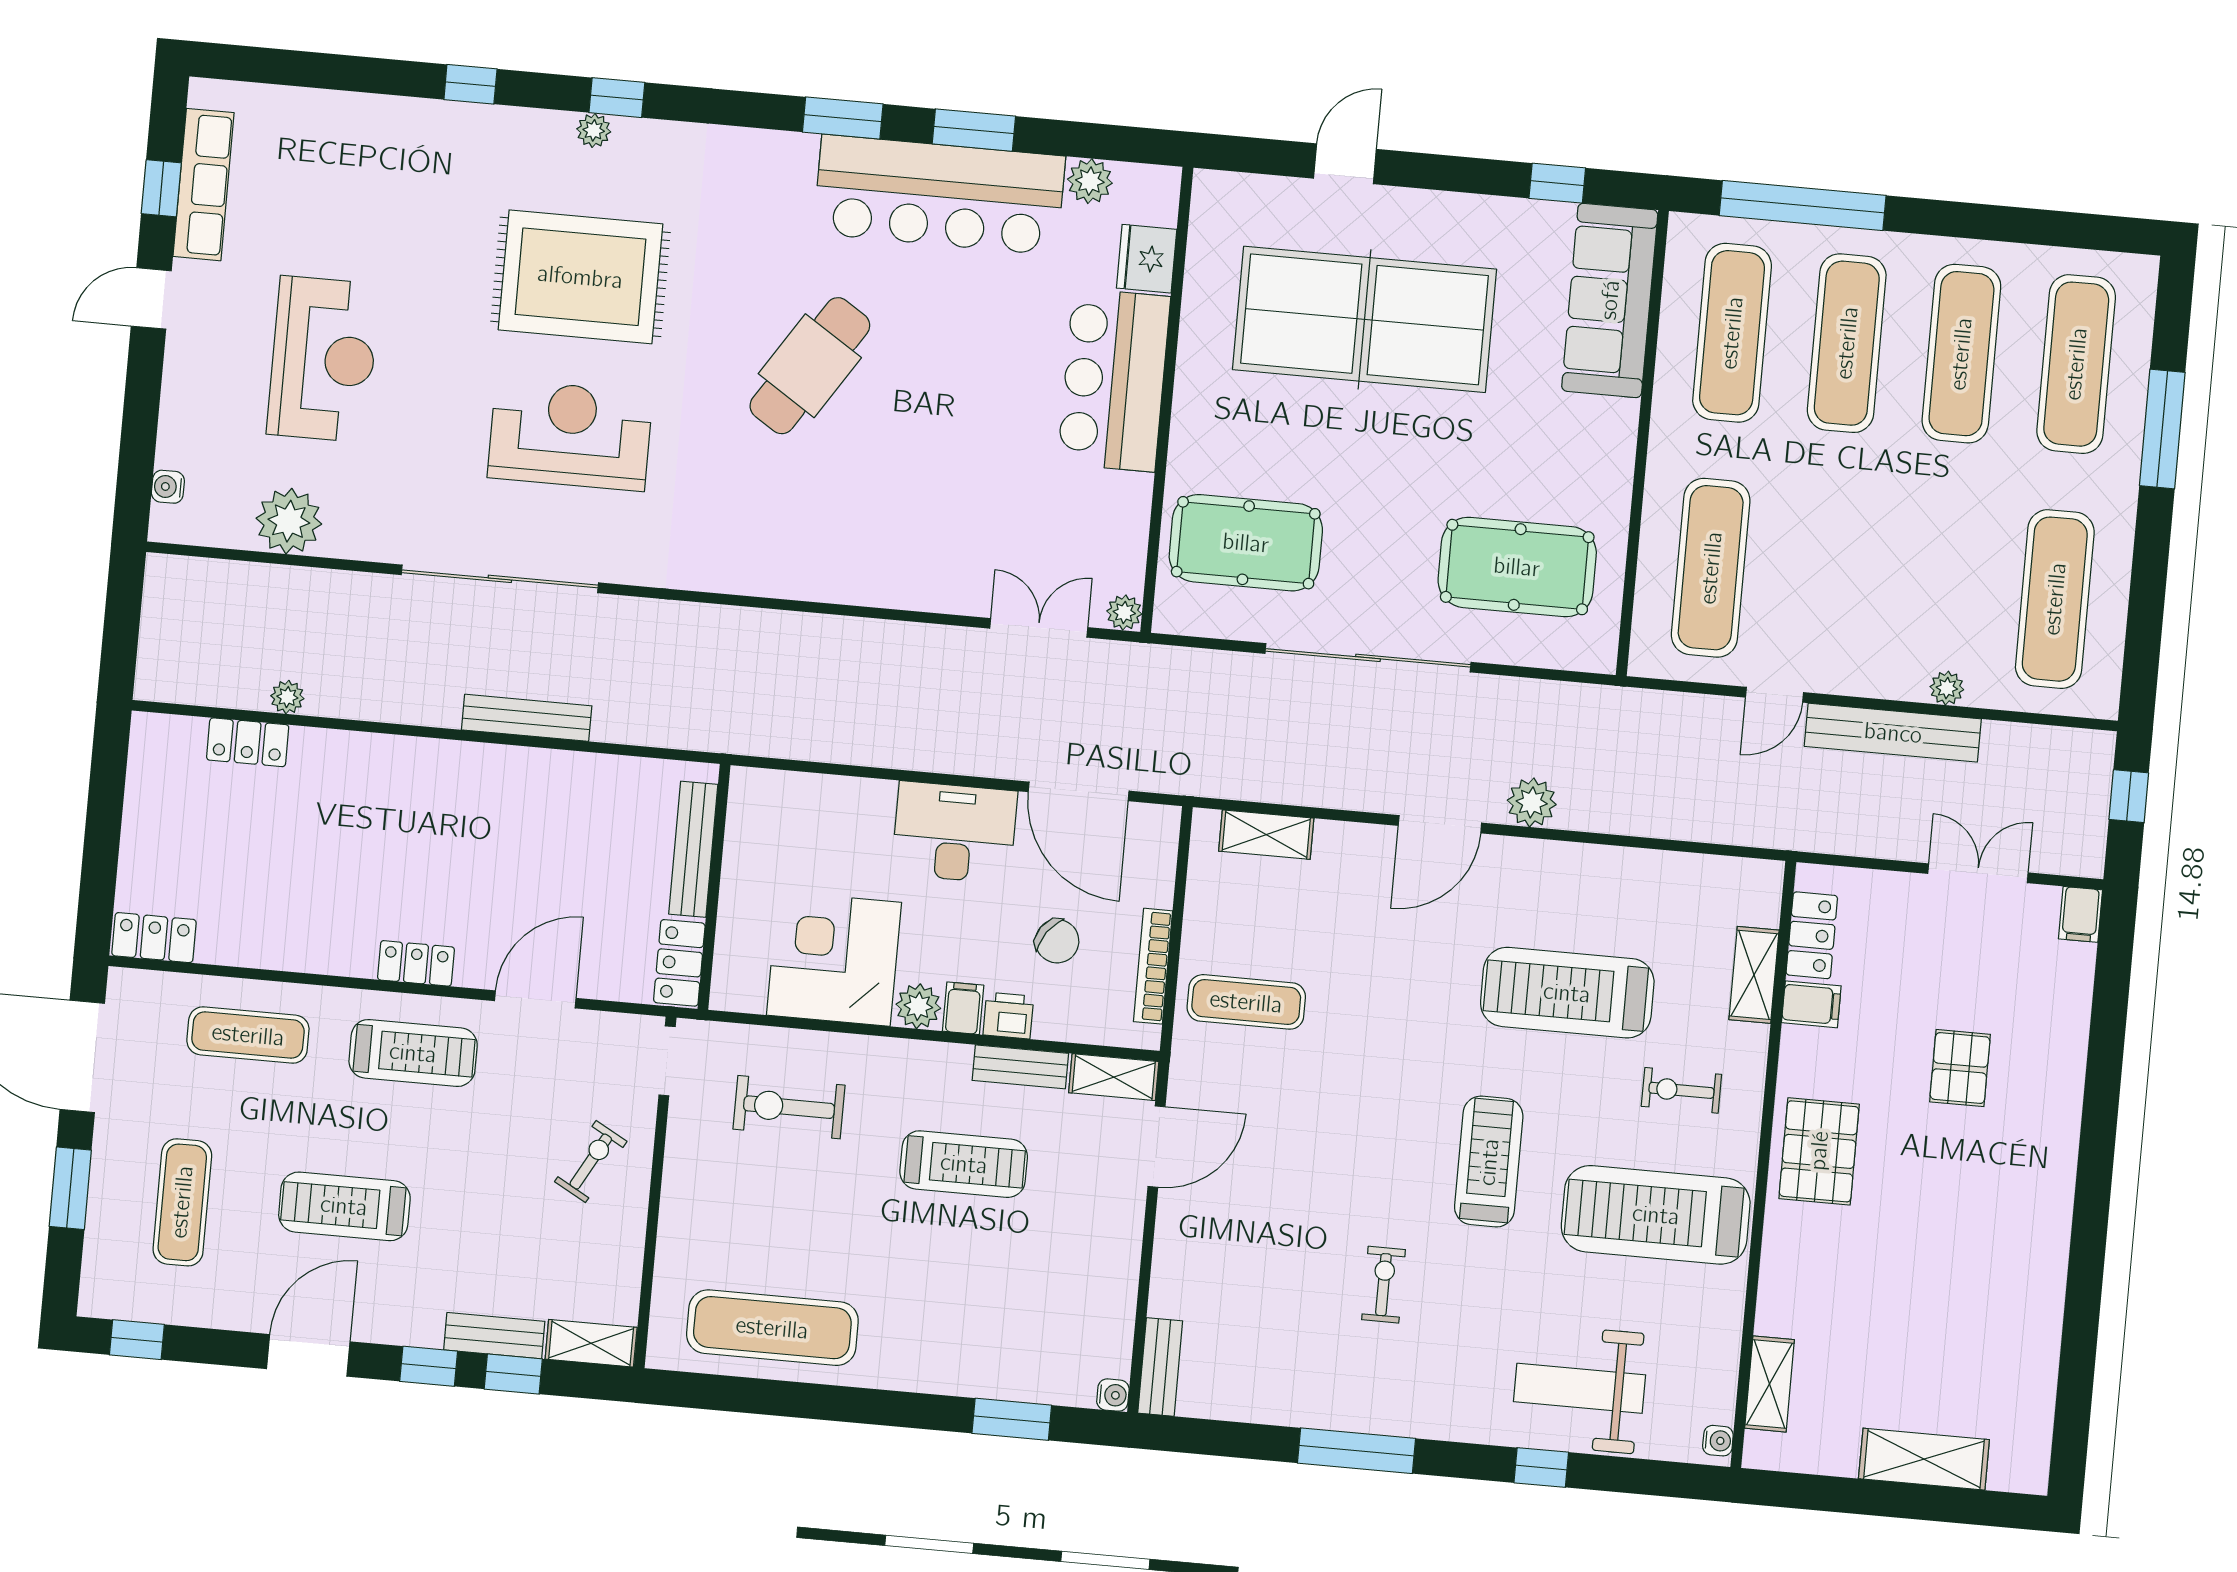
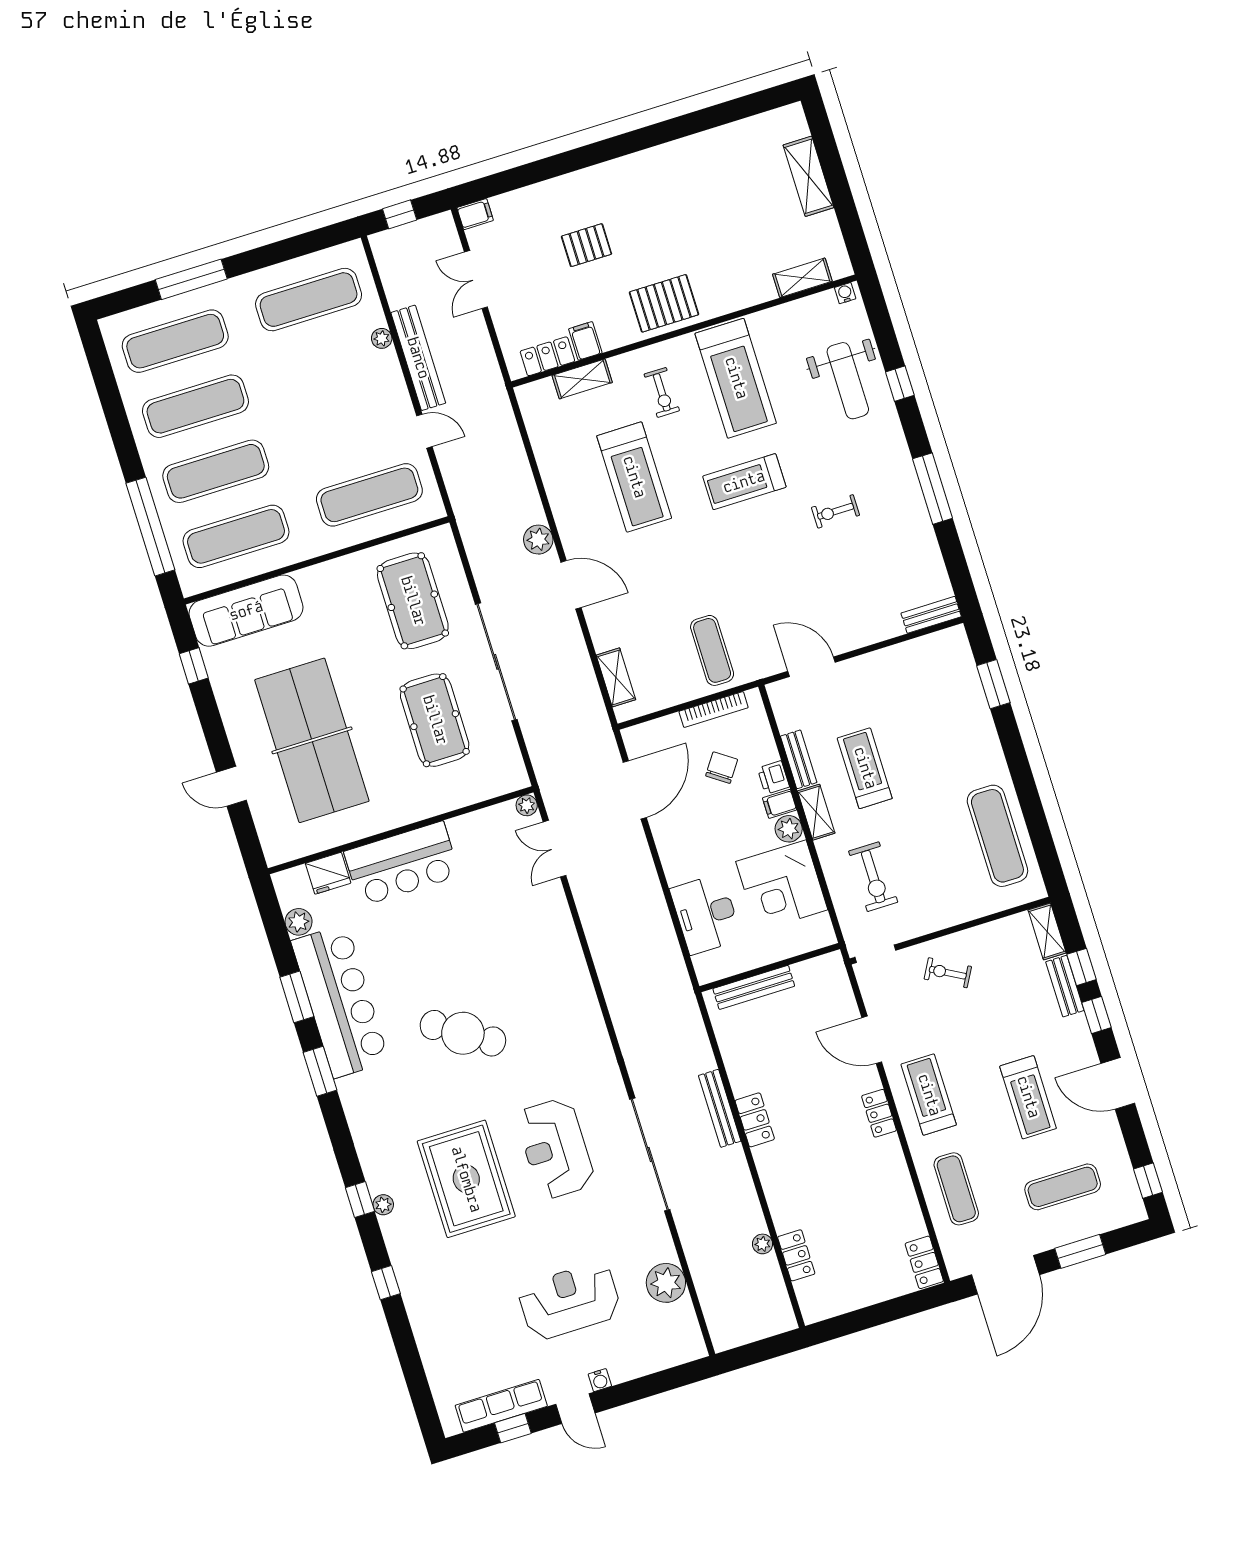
water cooler: (168, 487) -> (600, 1380), moved
pool table: (1246, 543) -> (435, 720), moved
desk: (954, 832) -> (706, 914), moved
locker: (679, 963) -> (755, 1120), moved, turned -90
shelving: (1114, 1077) -> (816, 812), moved
water cooler: (1113, 1395) -> (957, 634), removed

